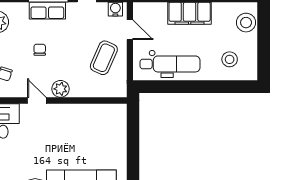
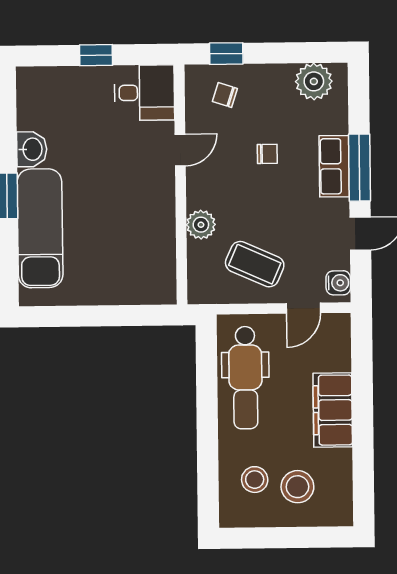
stool: (246, 23) -> (297, 487), moved
plant: (60, 89) -> (201, 225), moved

